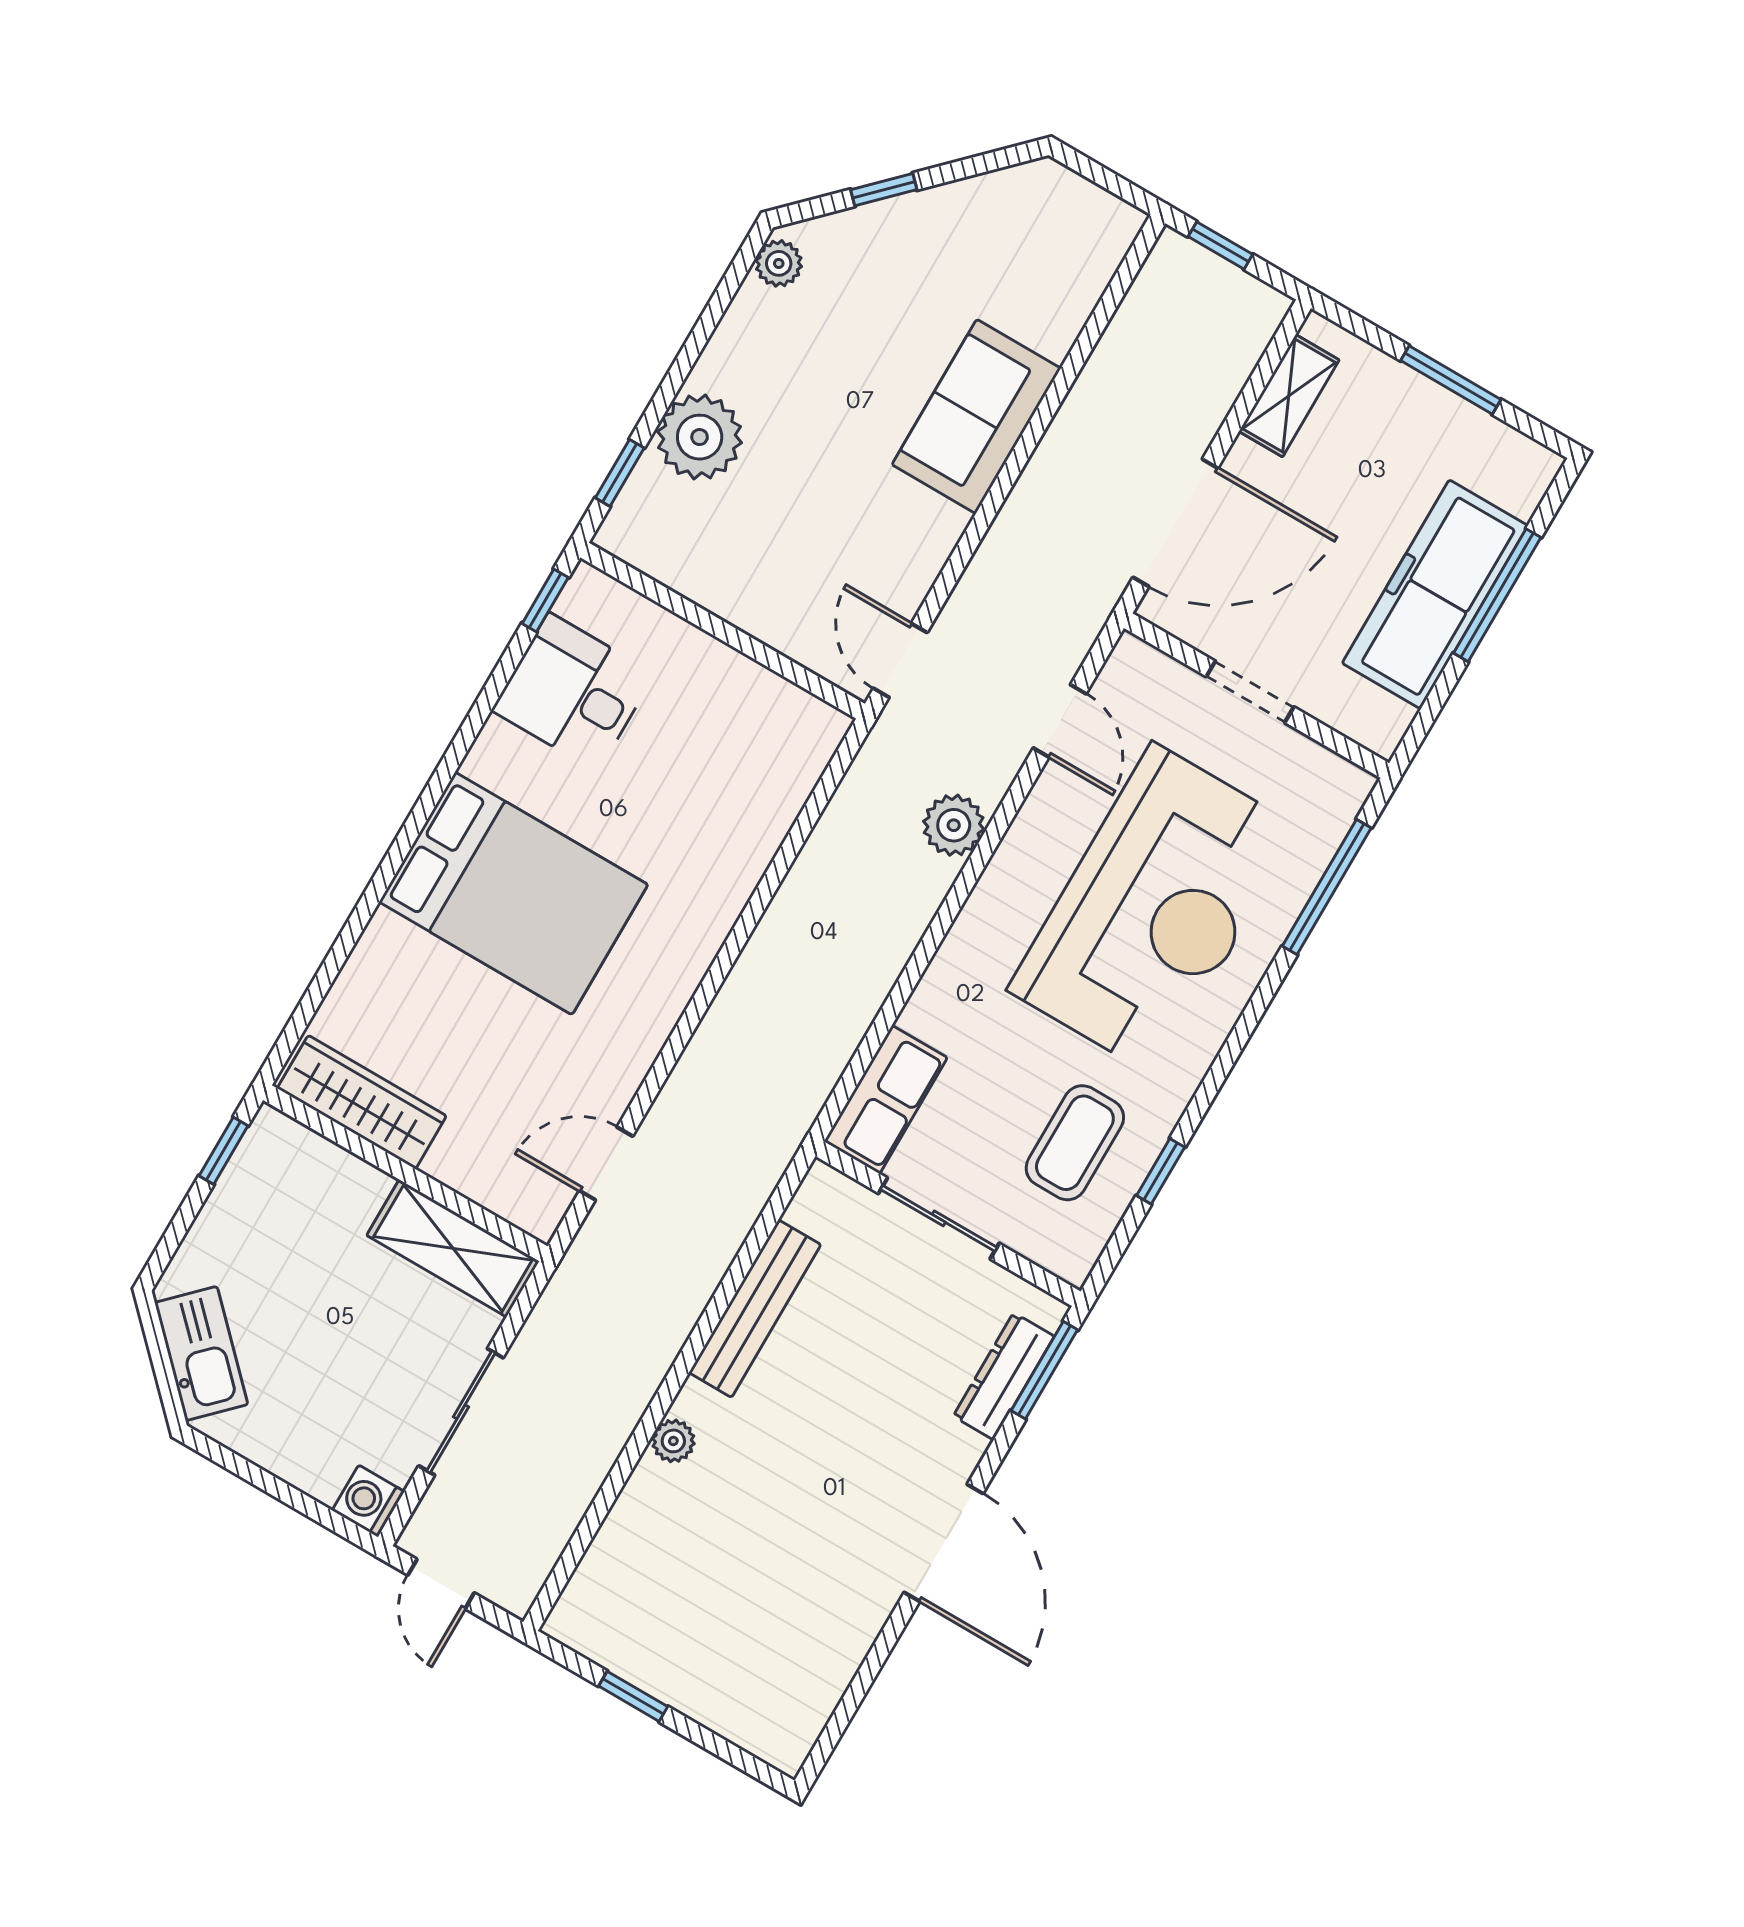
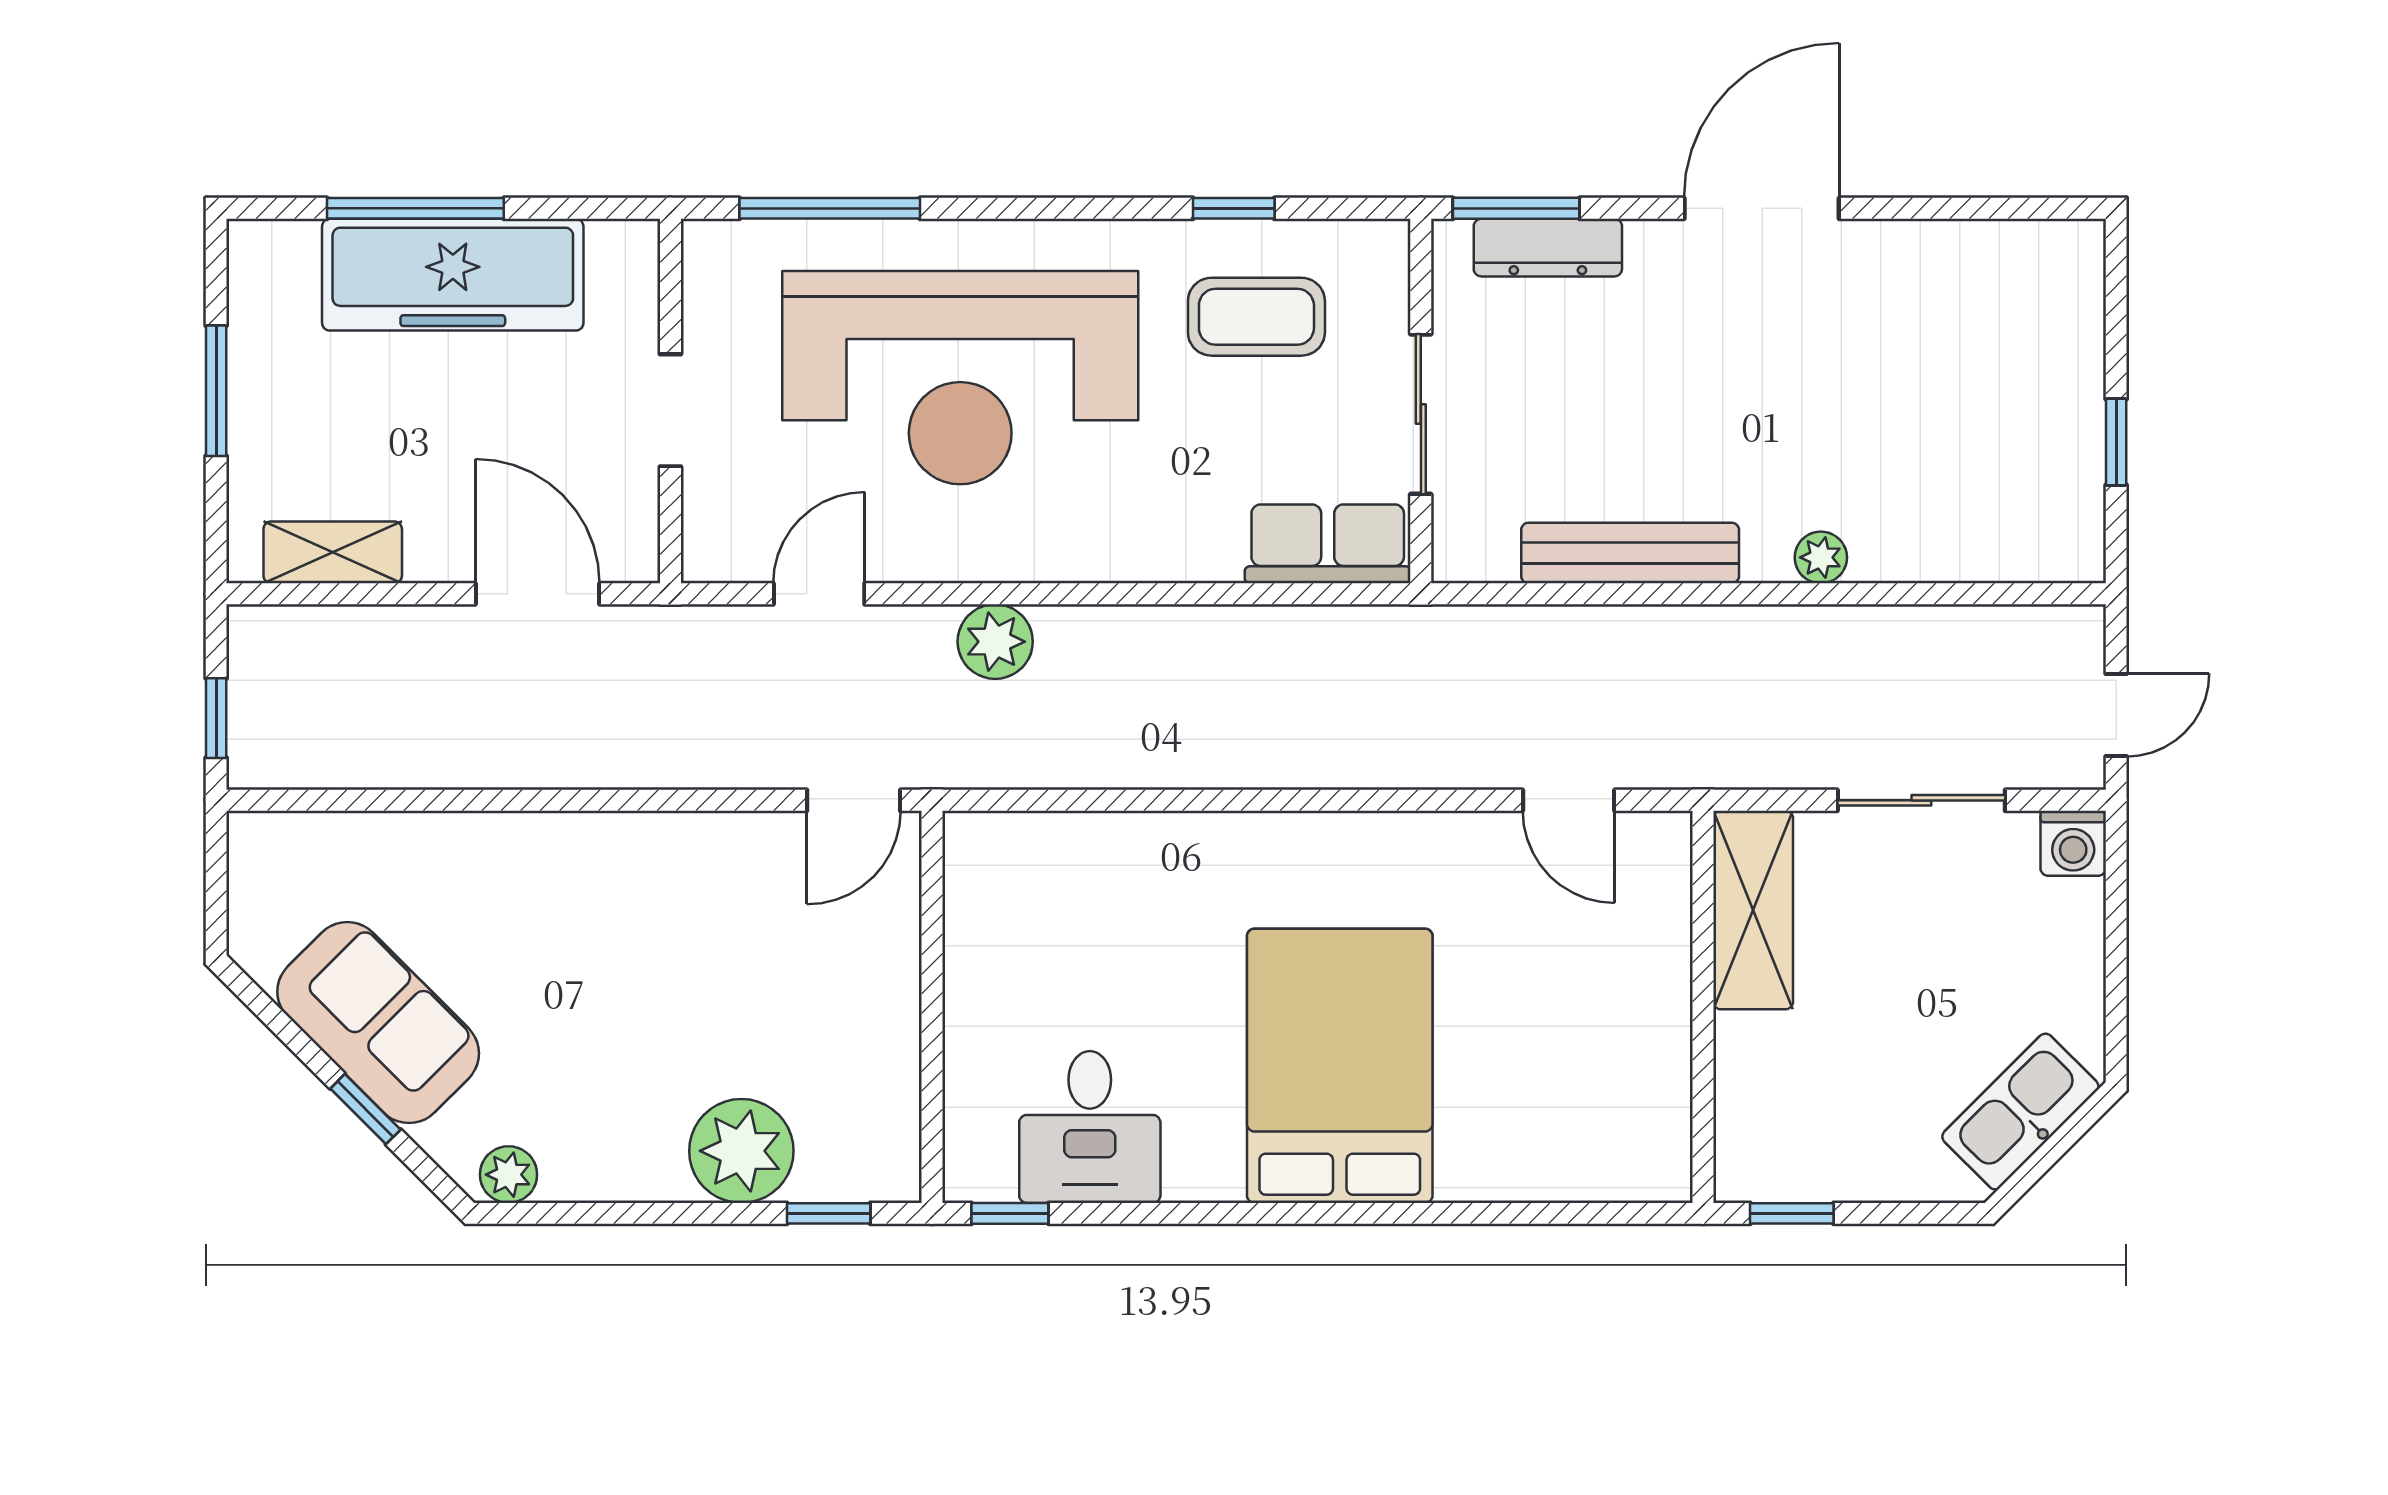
sofa: (976, 416) -> (378, 1023), moved, turned -135
door: (1176, 523) -> (538, 594), width x0.73
reception desk: (1154, 909) -> (960, 378), turned 180
wardrobe: (362, 1102) -> (1655, 1097), removed

